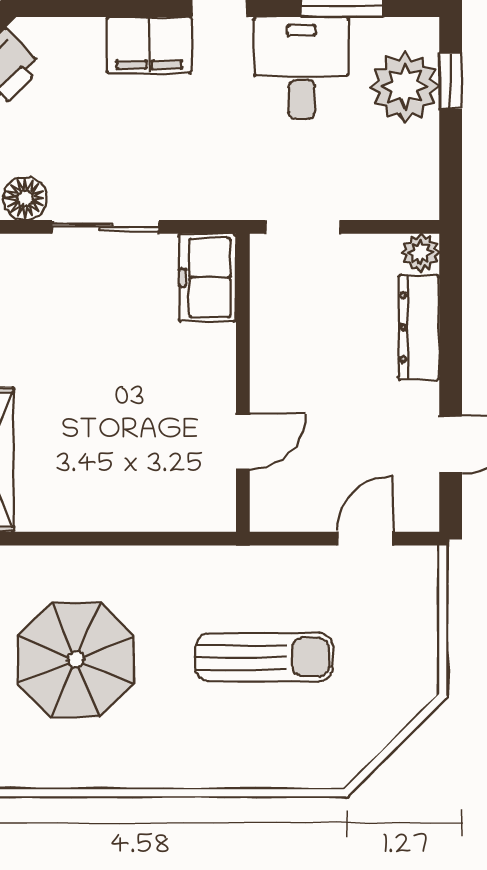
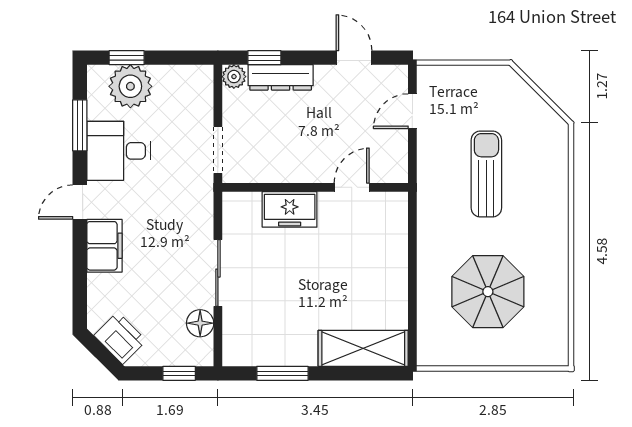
freezer: (208, 278) -> (290, 209), moved
window: (451, 301) -> (264, 58), added
door: (243, 441) -> (352, 187), hinge flipped
door: (365, 539) -> (412, 111), hinge flipped

